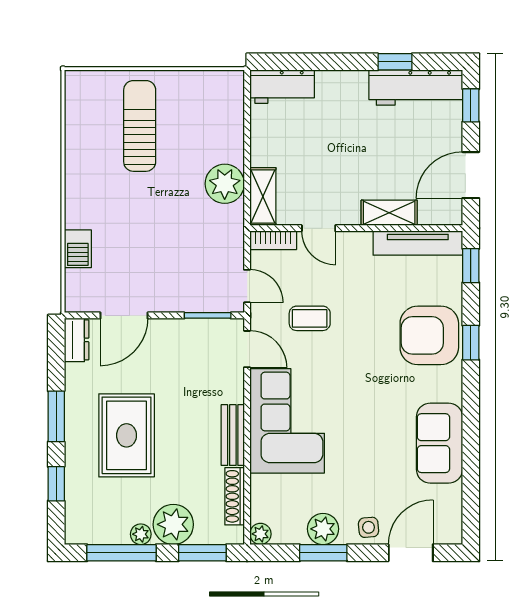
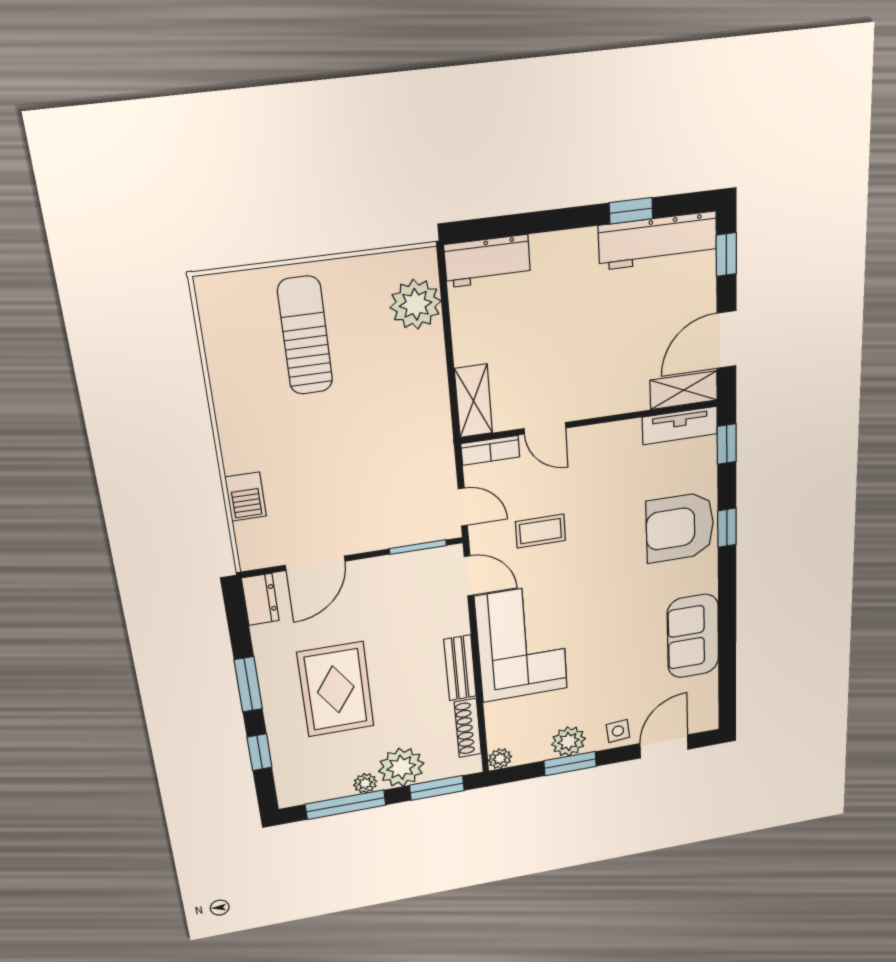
plant: (225, 184) -> (416, 304), moved
shelving: (389, 213) -> (684, 390), moved
tv unit: (418, 243) -> (680, 426), width x0.71

